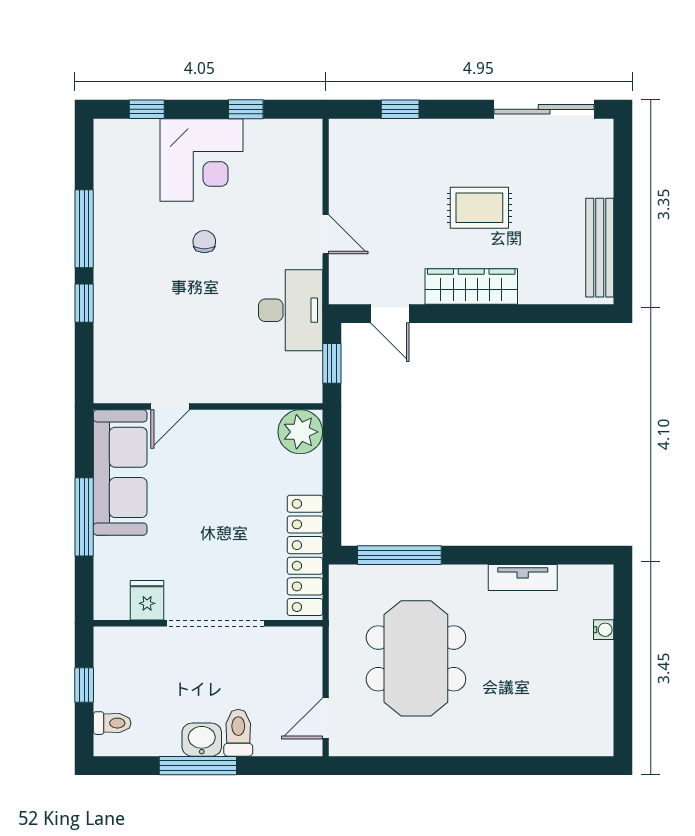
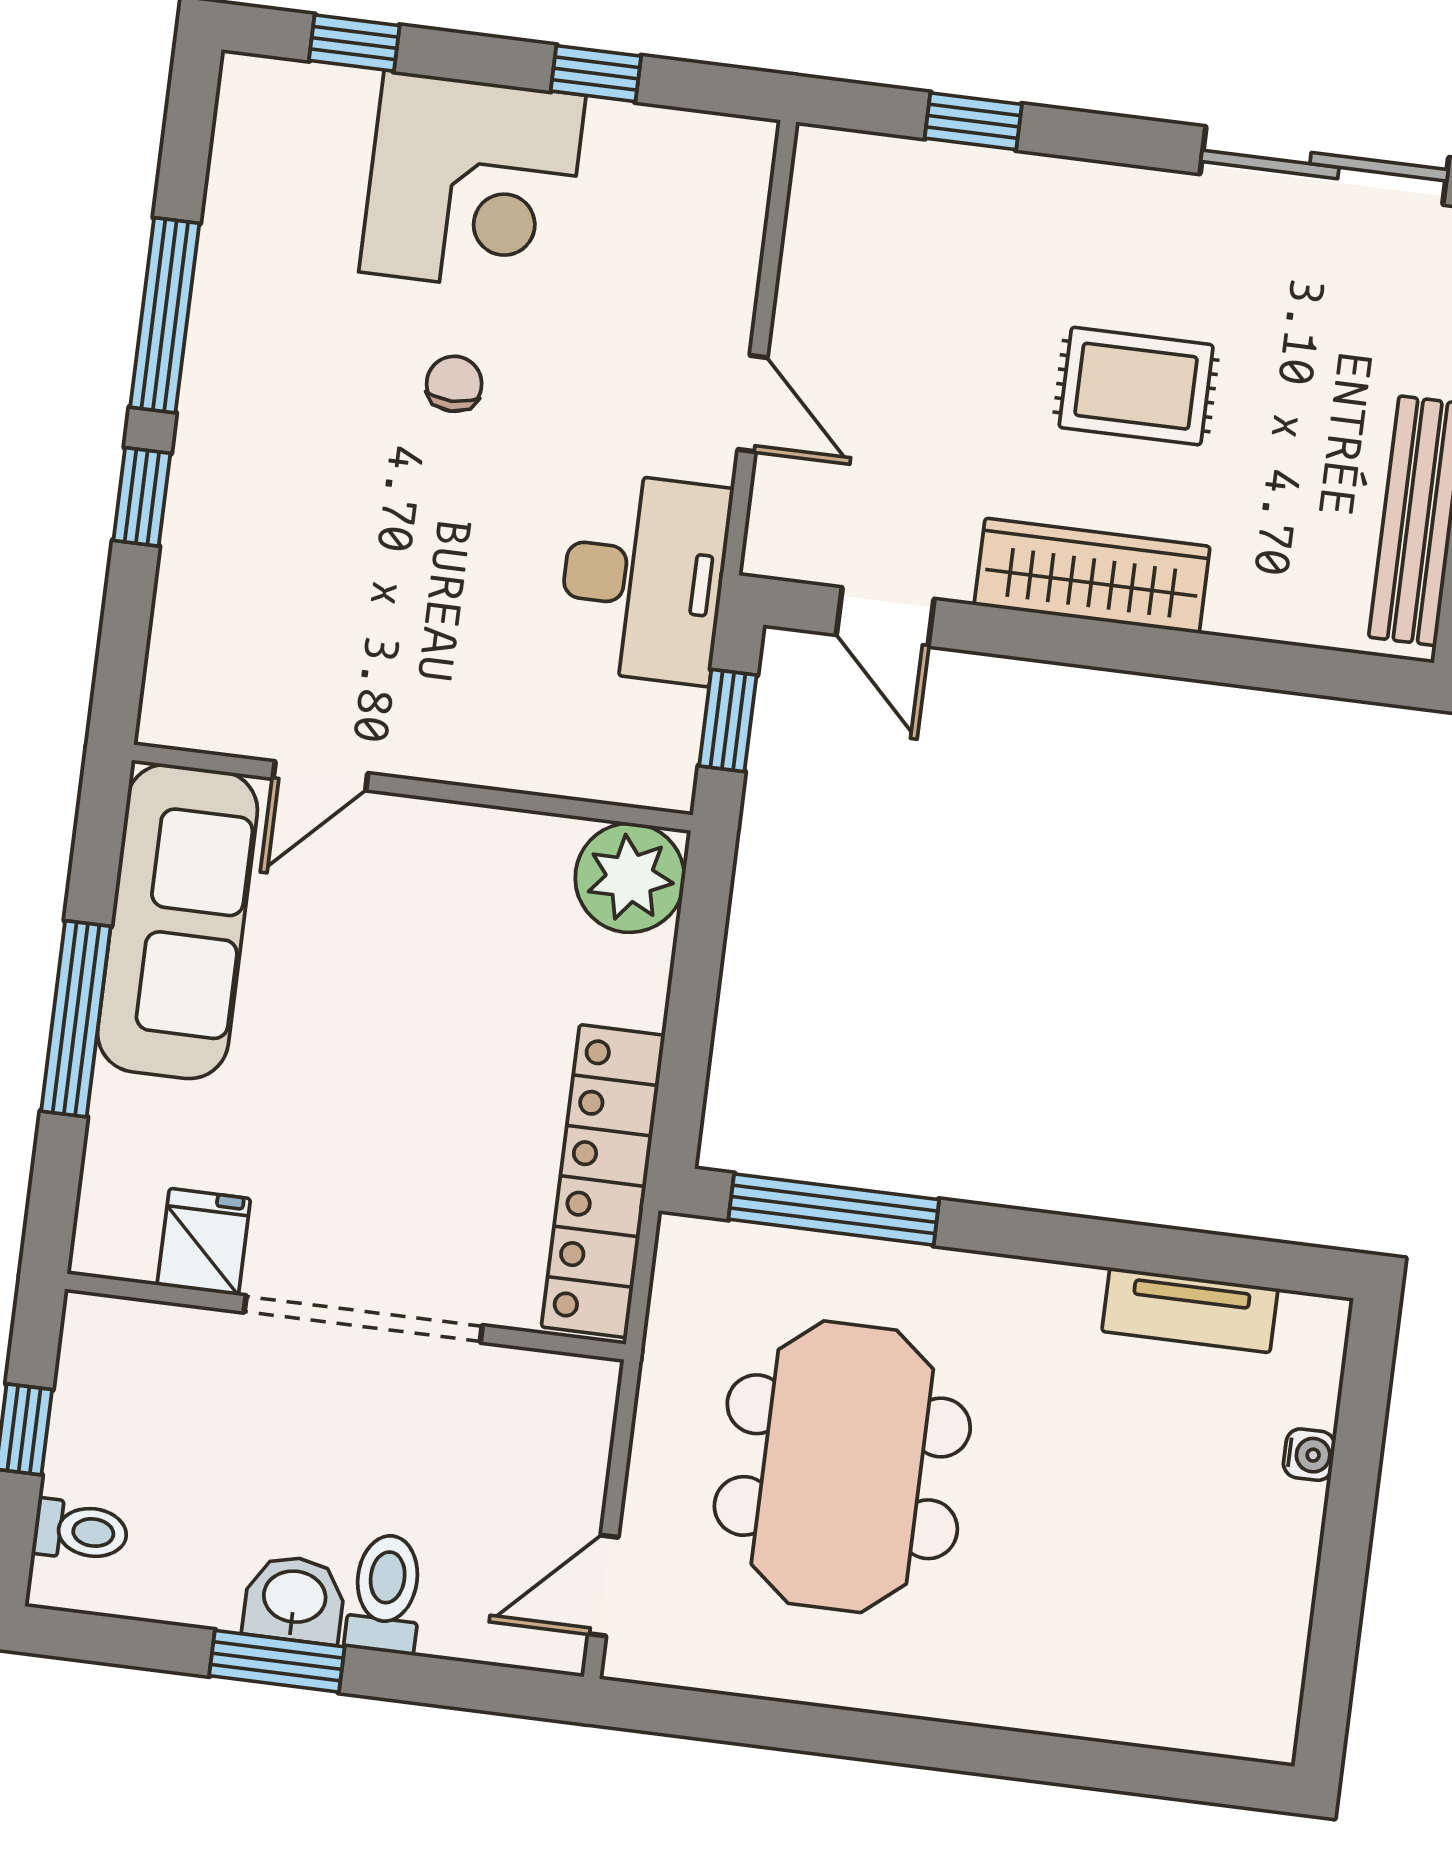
tv unit: (523, 577) -> (1190, 1310), moved
window: (198, 766) -> (277, 1661), width x0.69

